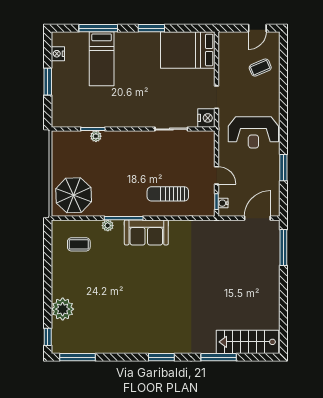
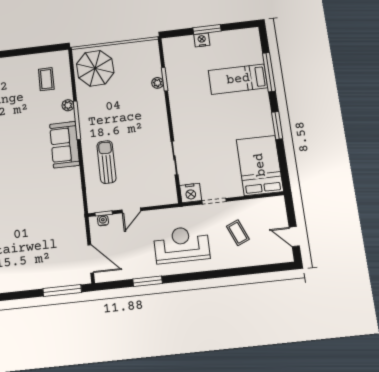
nightstand: (58, 54) -> (202, 40), moved
coffee table: (260, 68) -> (238, 233), moved
reception desk: (253, 132) -> (182, 245), turned 90

